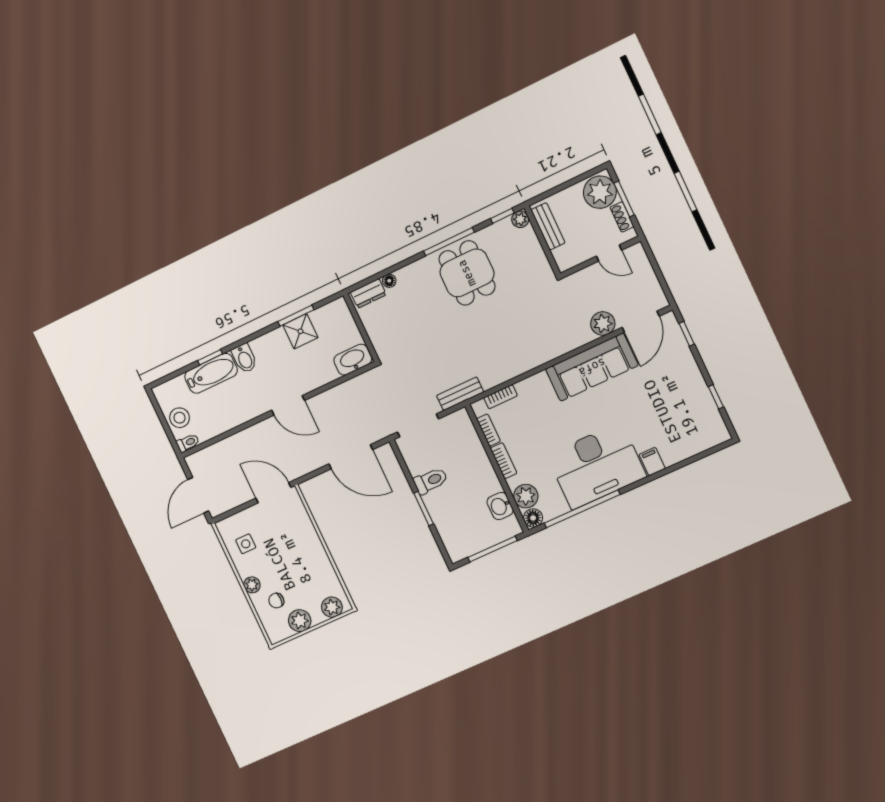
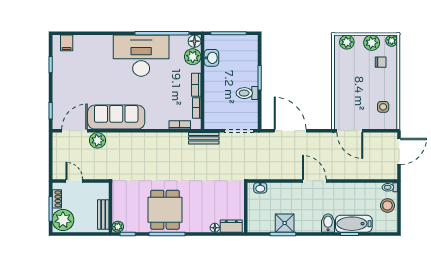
washbasin: (353, 360) -> (260, 188), width x0.52, depth x0.69
filing cabinet: (652, 462) -> (67, 43), moved
plant: (252, 585) -> (392, 41), moved

